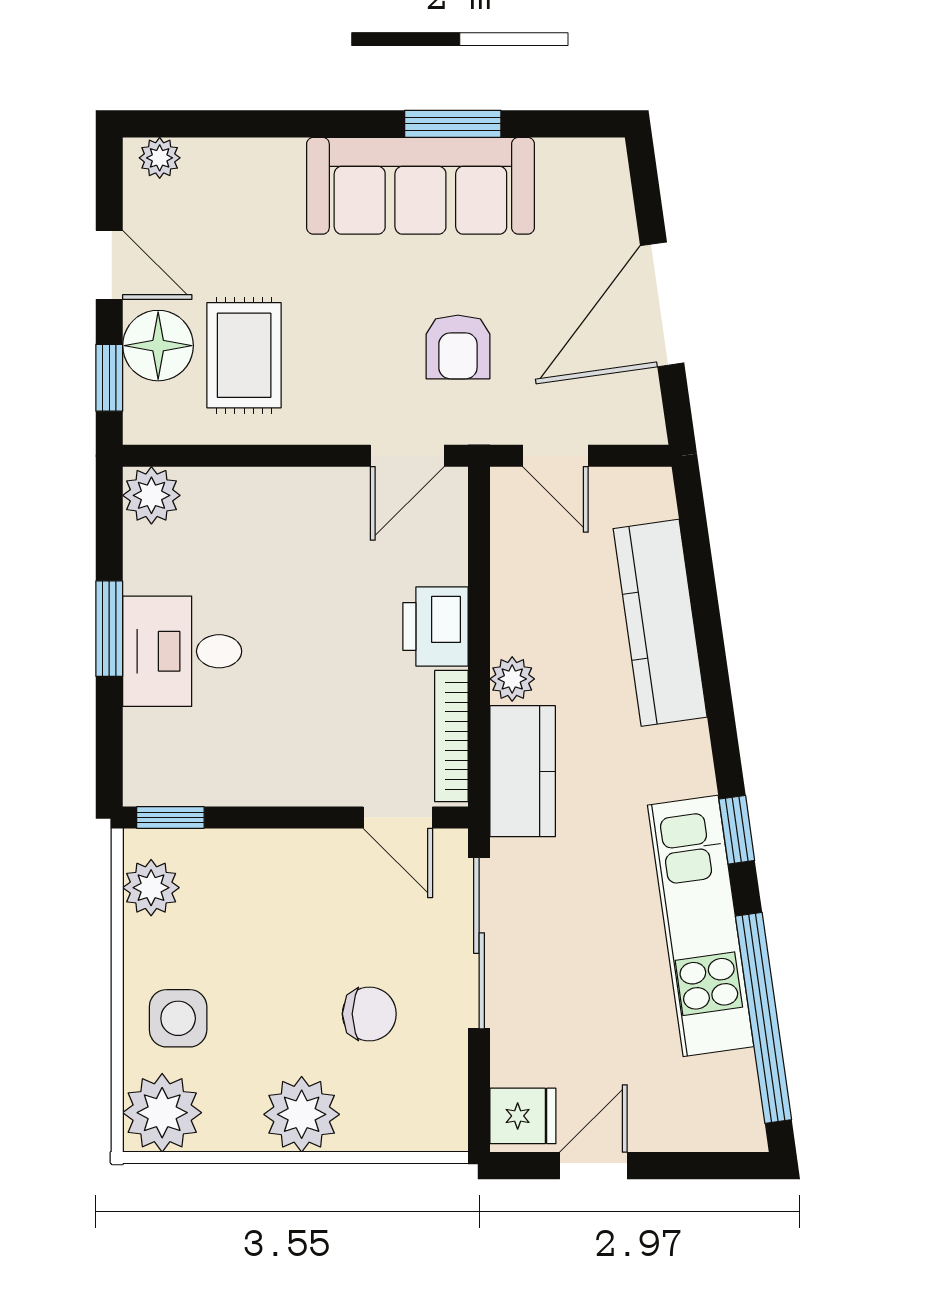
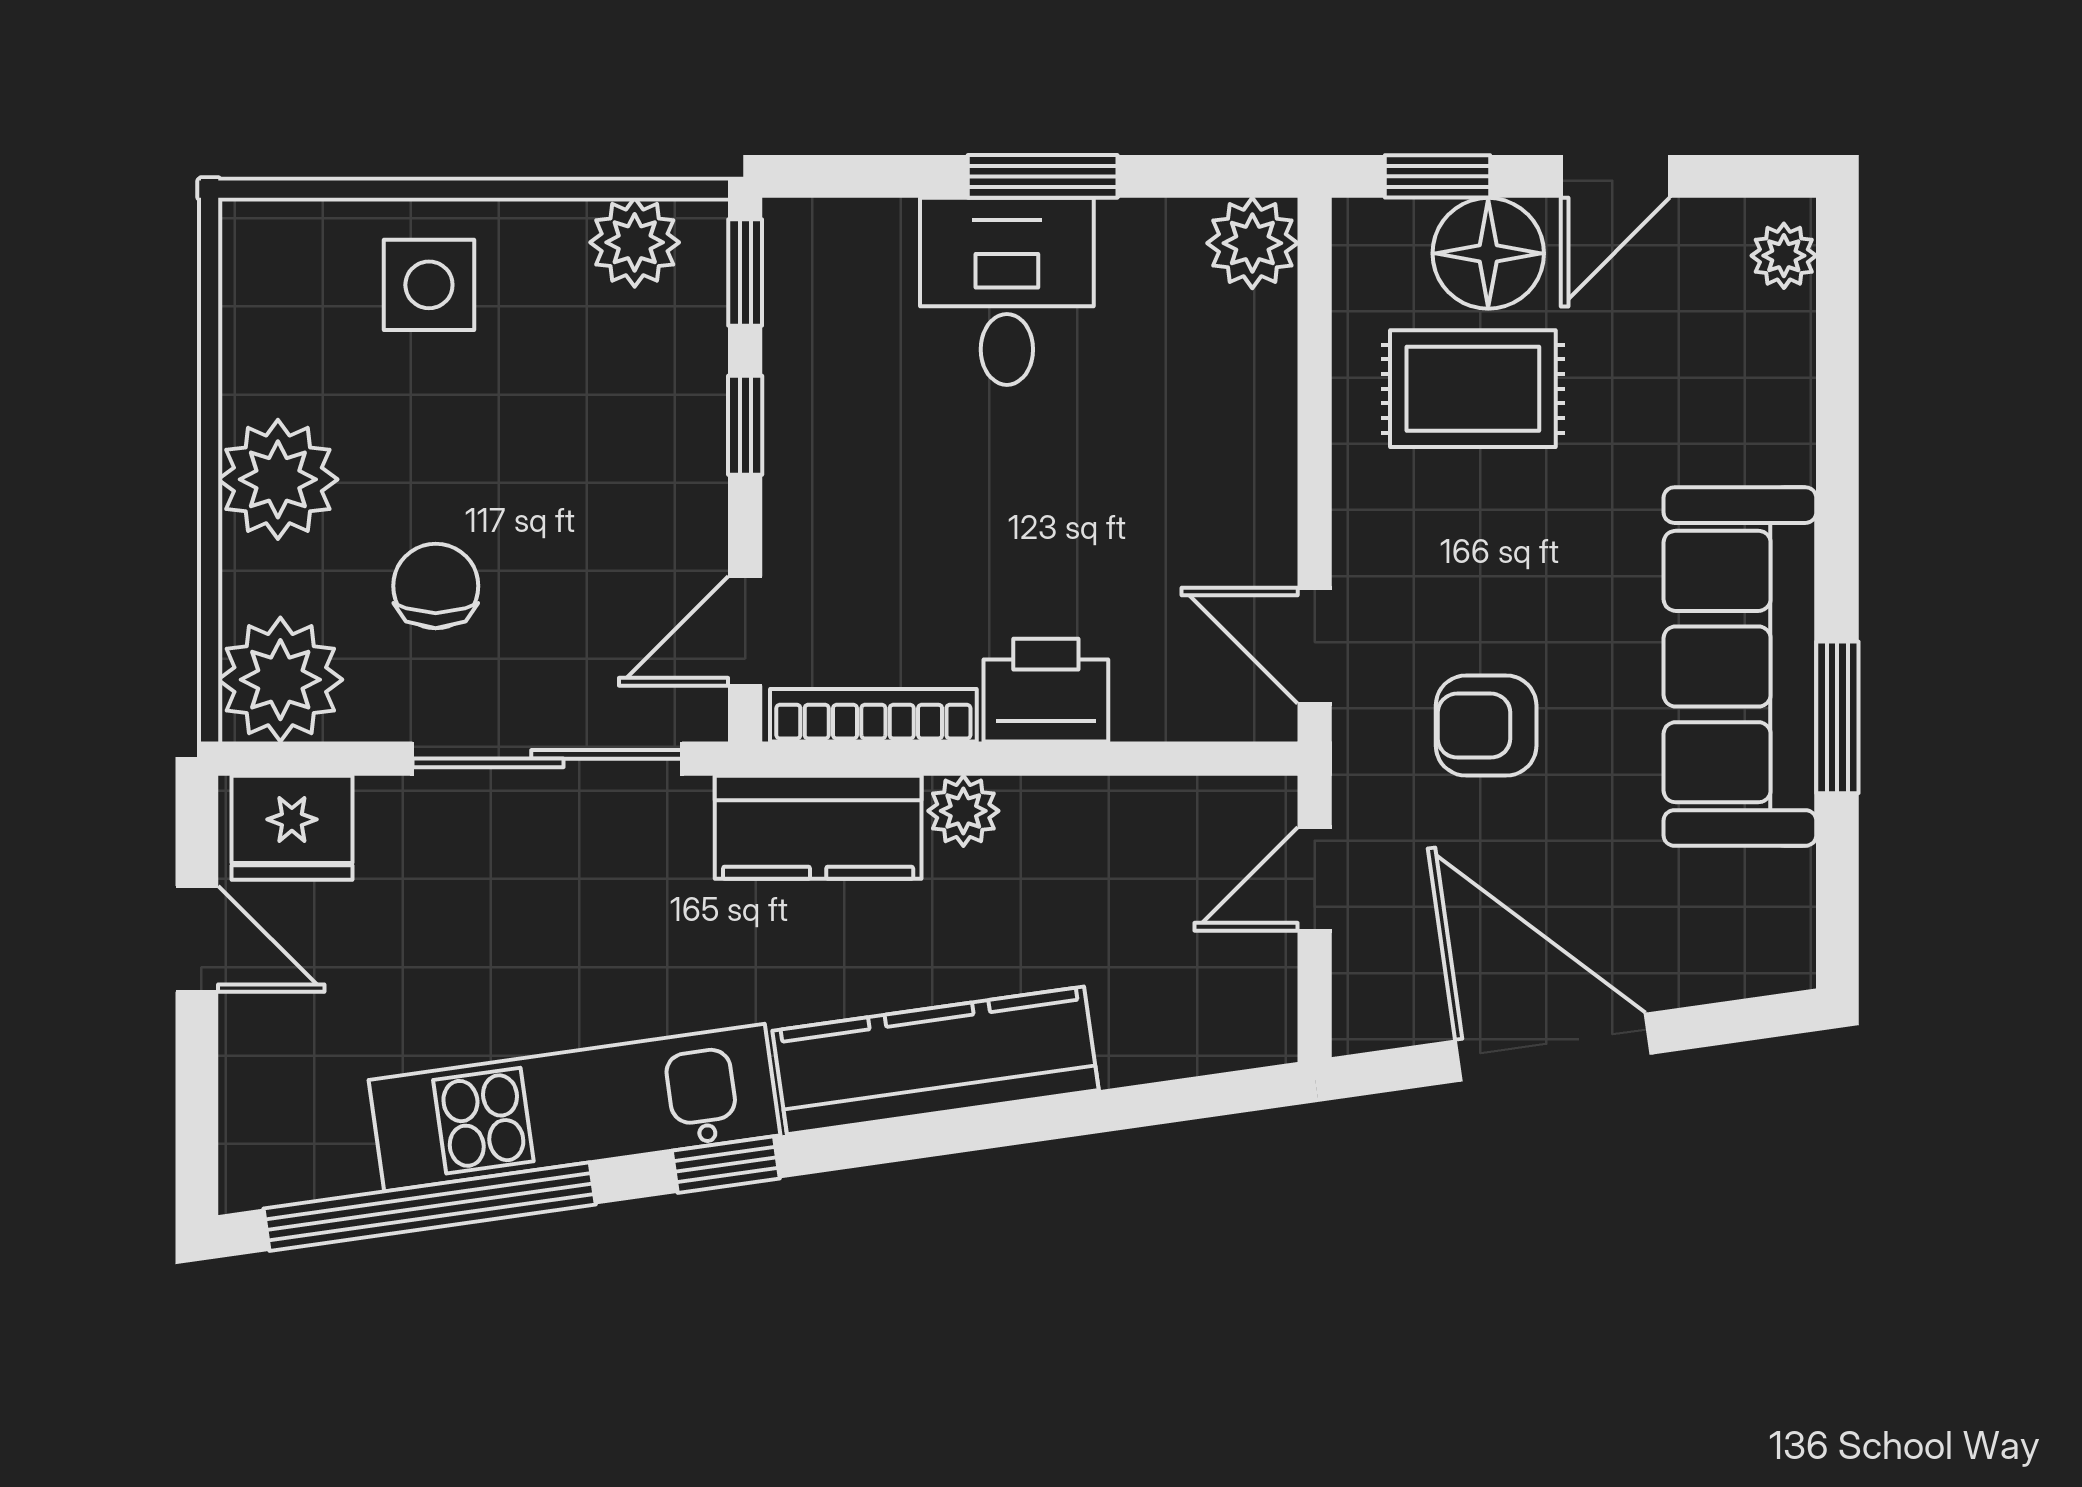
kitchen counter: (660, 623) -> (936, 1060), moved
window: (267, 817) -> (745, 425), added
chair: (369, 1014) -> (436, 586), turned 180
plant: (162, 1113) -> (280, 680), moved
fridge: (523, 1116) -> (292, 828), width x1.38

